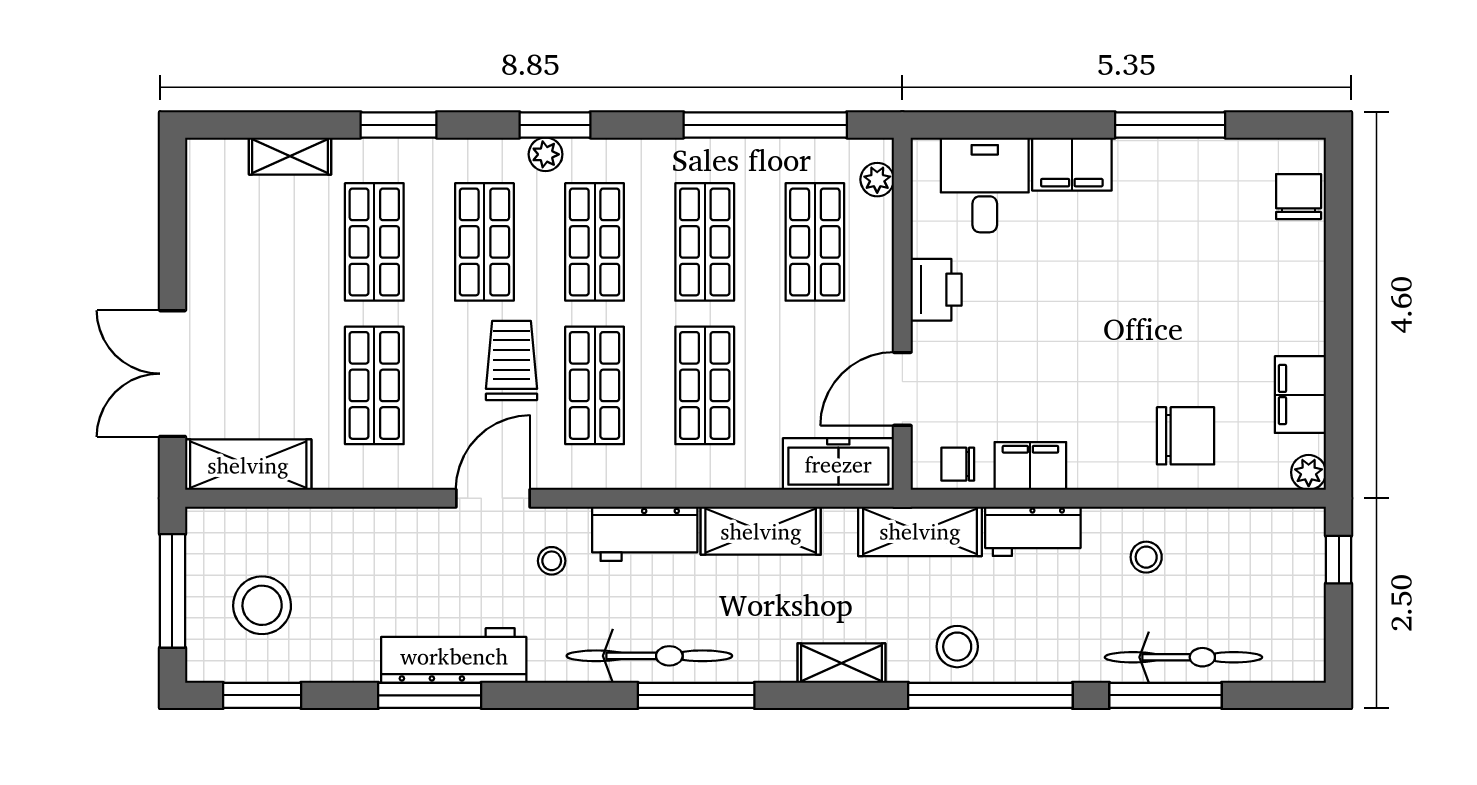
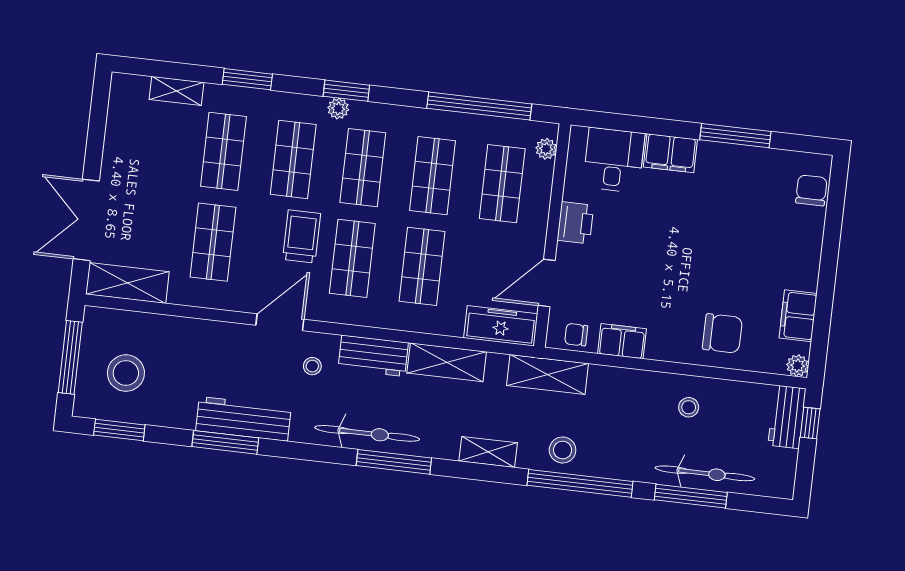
workbench: (1033, 531) -> (787, 417), moved, turned 90

